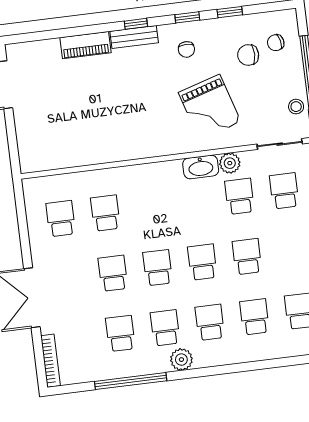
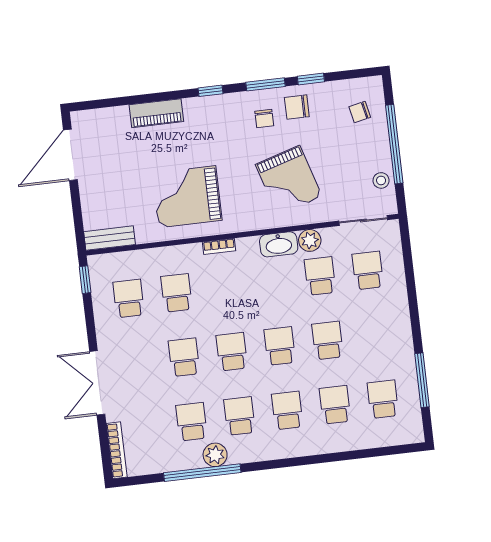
window: (187, 17) -> (265, 84), width x1.50
bench: (134, 37) -> (110, 238), moved
chair: (248, 55) -> (297, 107), moved
grand piano: (115, 123) -> (187, 197), added
bookcase: (145, 169) -> (219, 246), added
window: (20, 201) -> (85, 280), added
plant: (181, 360) -> (215, 455), moved

